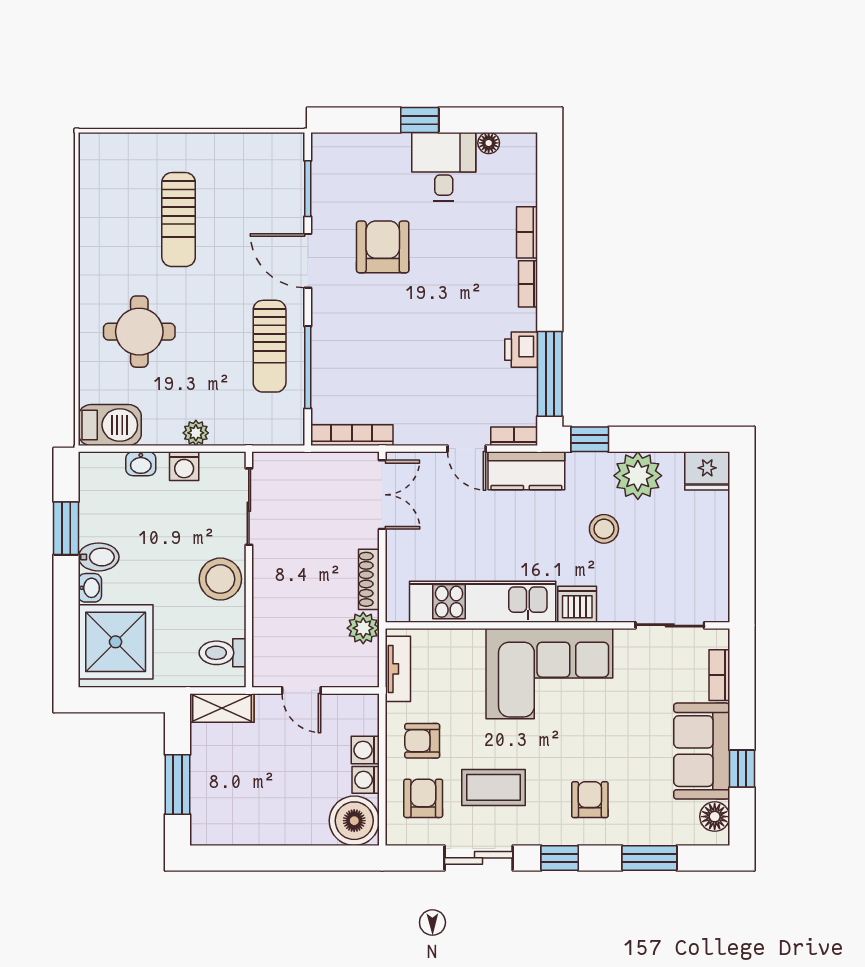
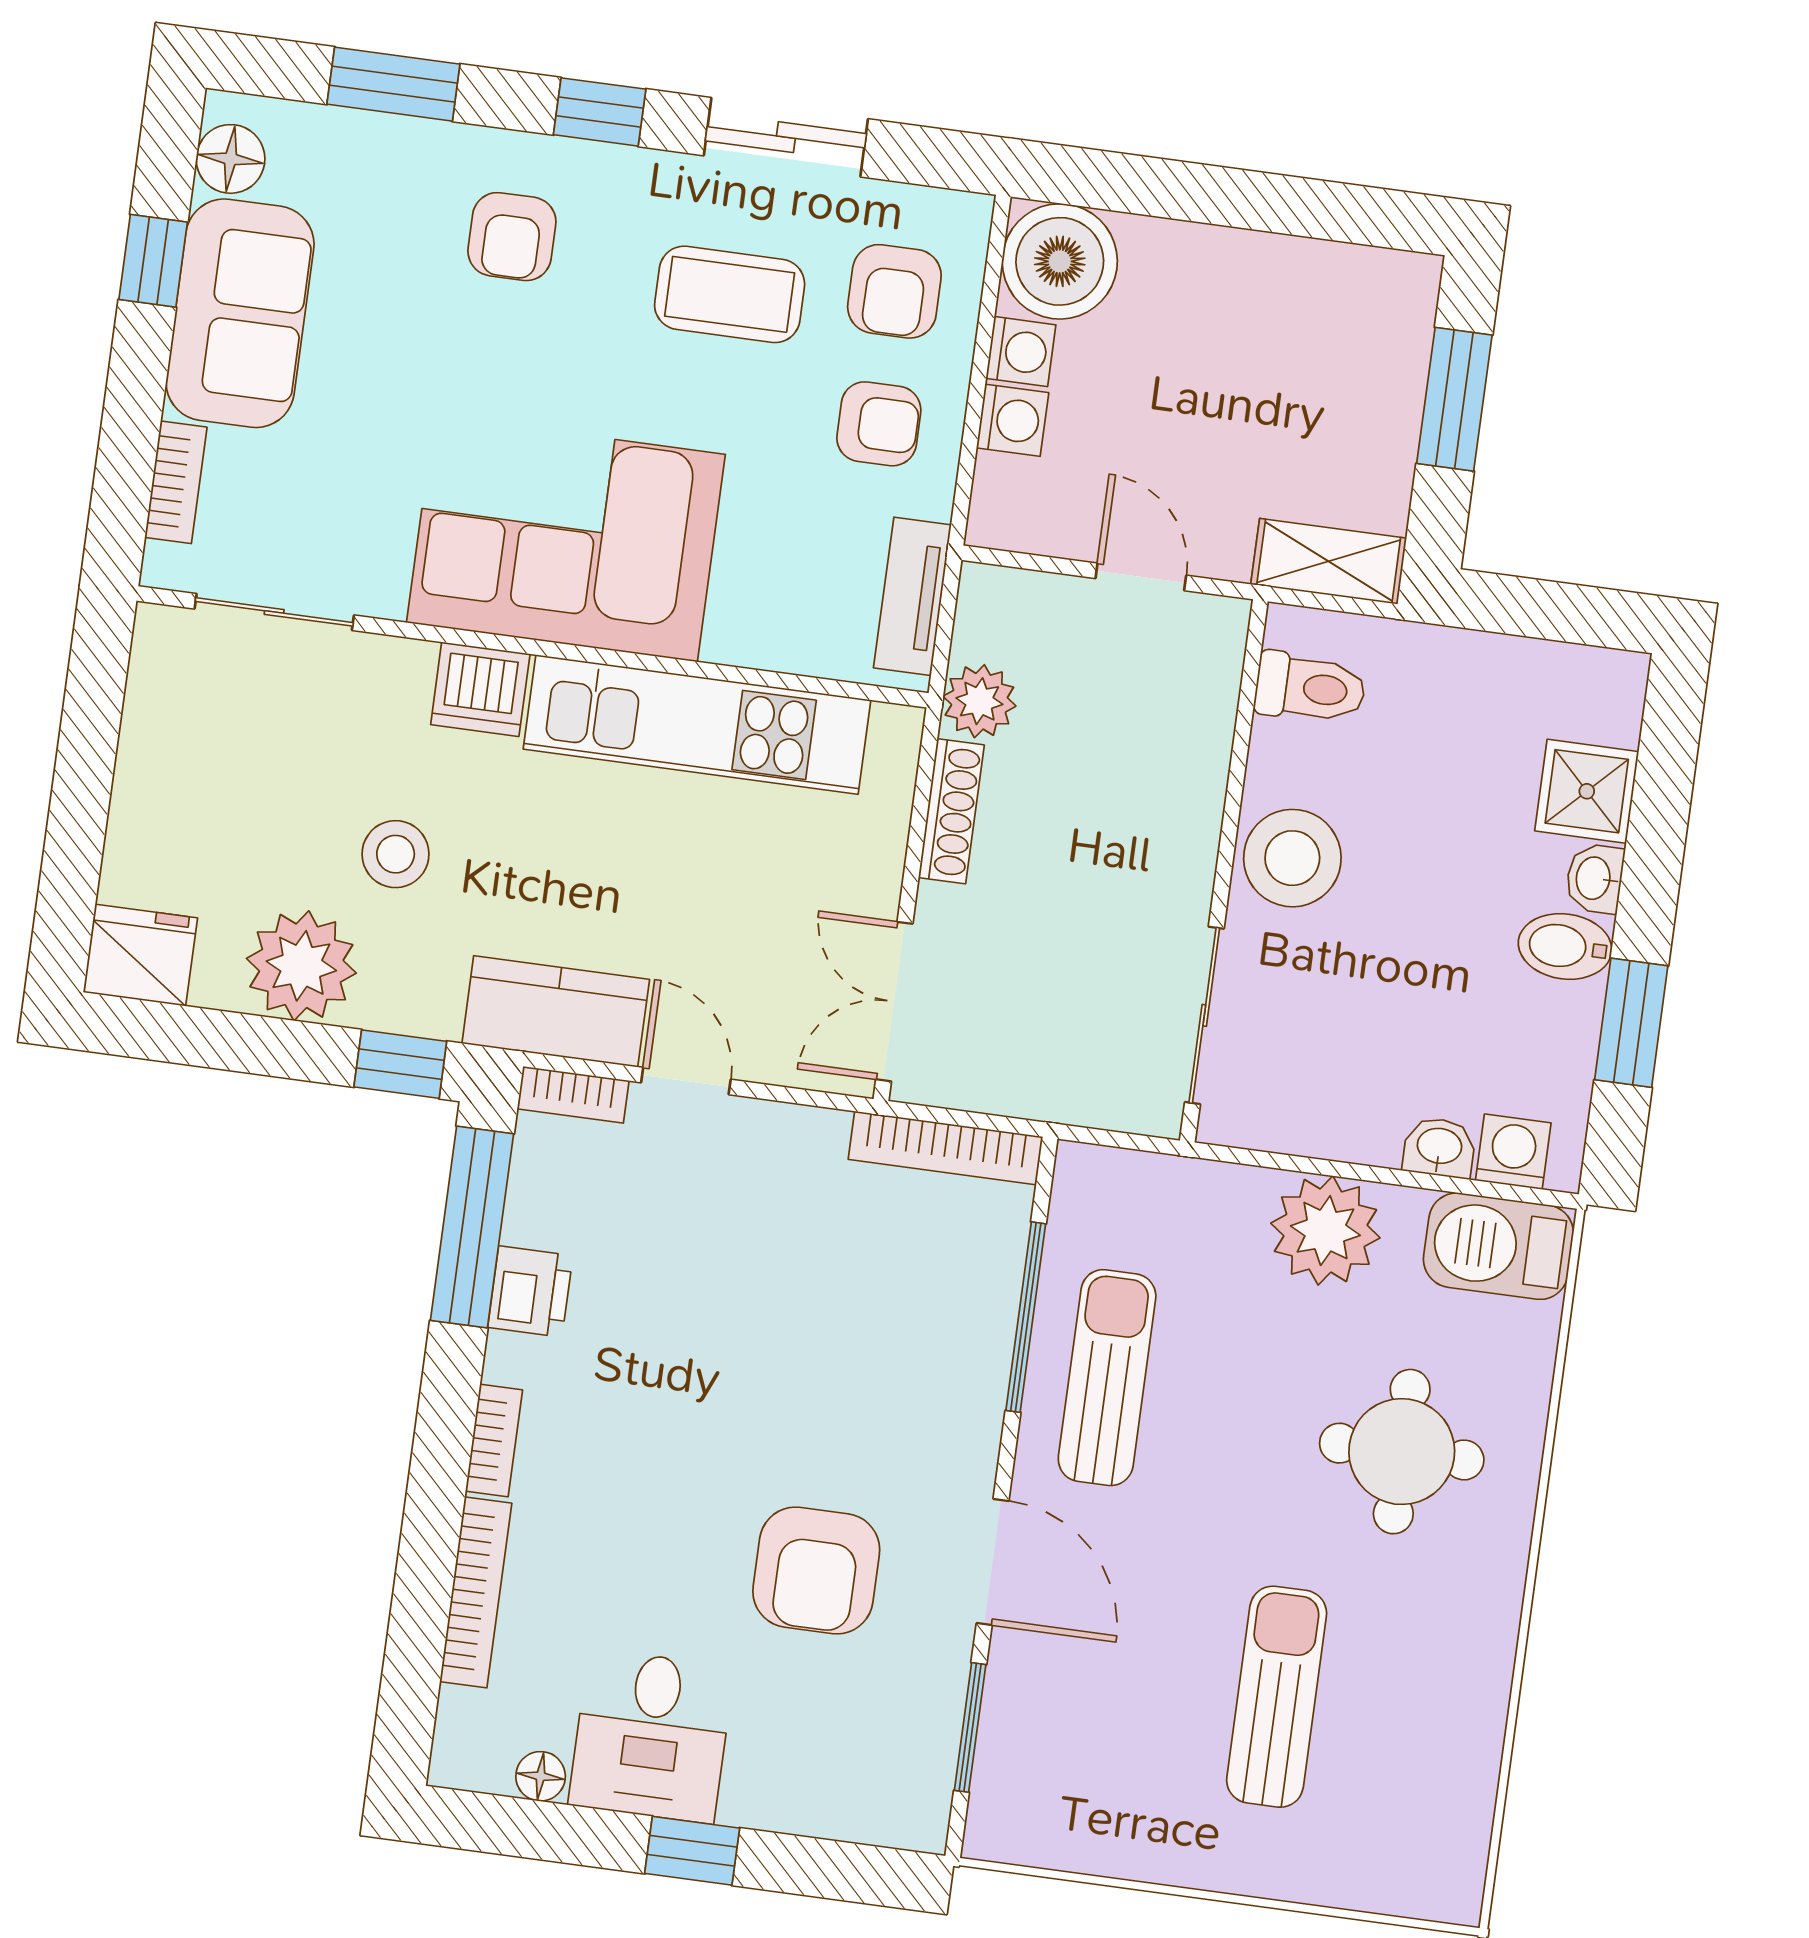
bookcase: (527, 232) -> (476, 1592), width x1.56
plant: (196, 433) -> (1325, 1231), width x1.88, depth x1.88
washing machine: (184, 466) -> (1513, 1152), moved
shower: (116, 642) -> (1587, 791), width x0.54, depth x0.54

